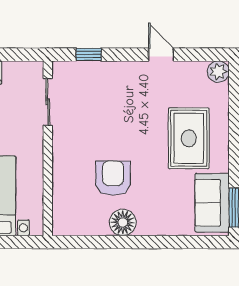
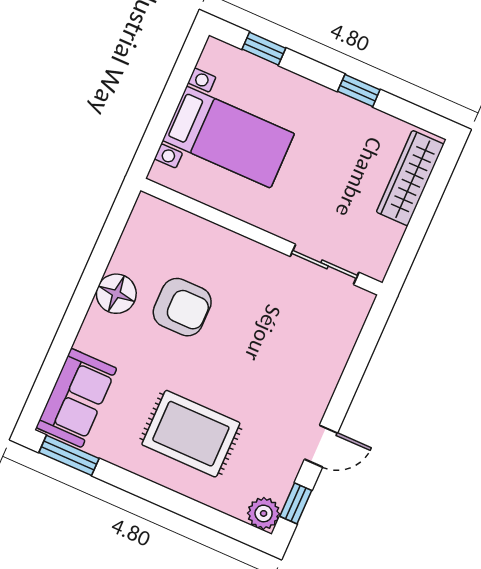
window: (89, 55) -> (296, 503), moved
sofa: (212, 203) -> (76, 398), moved, turned 90

